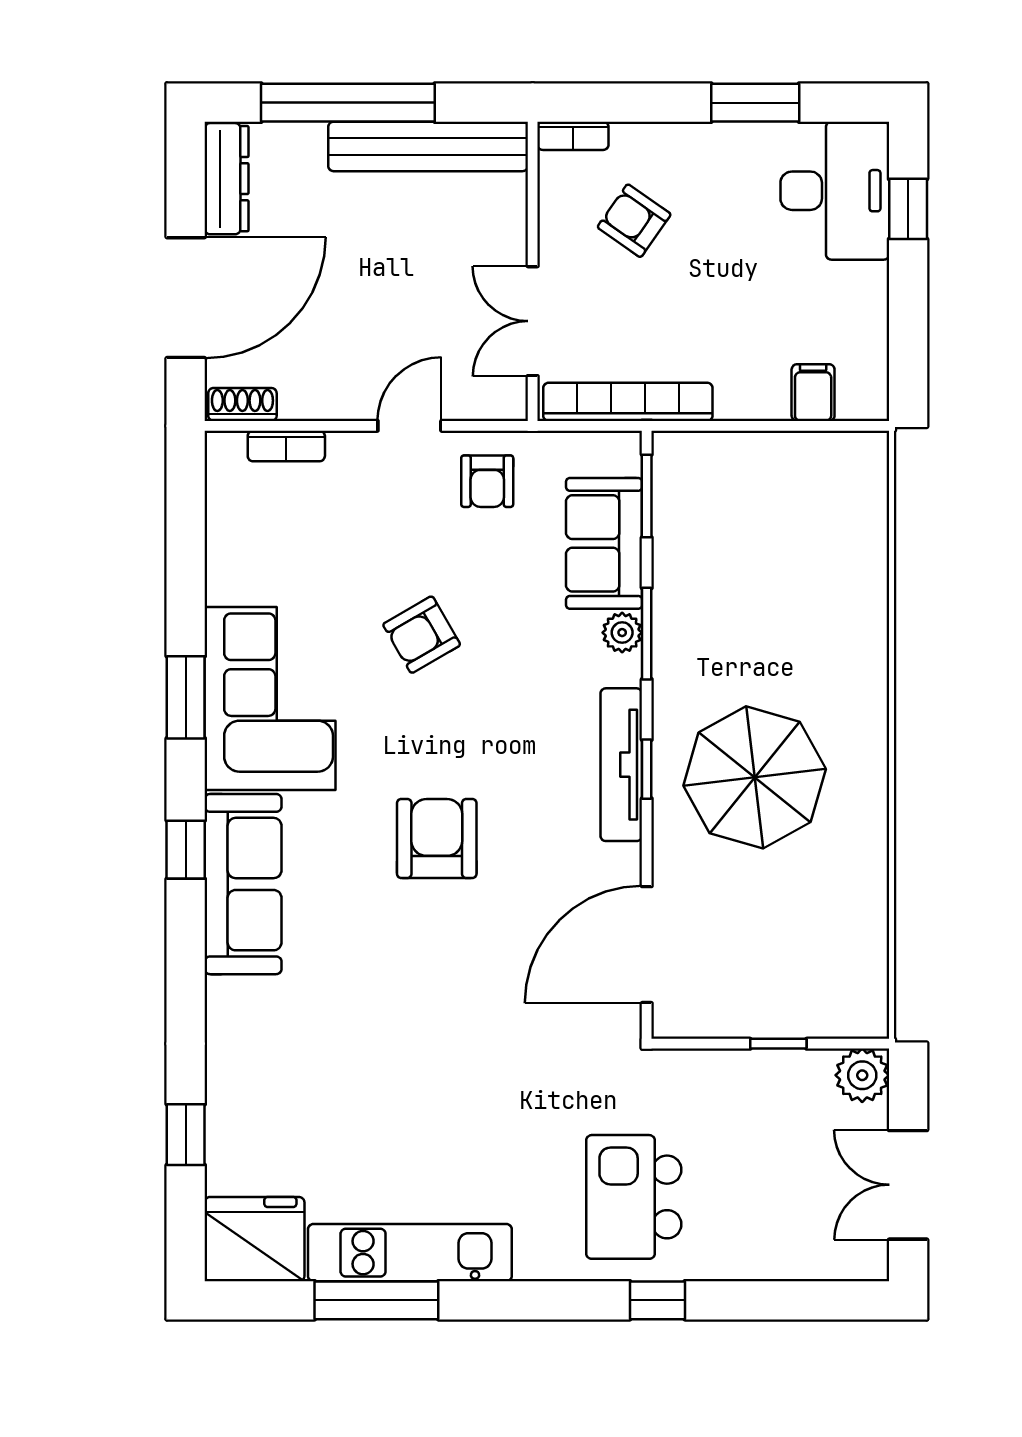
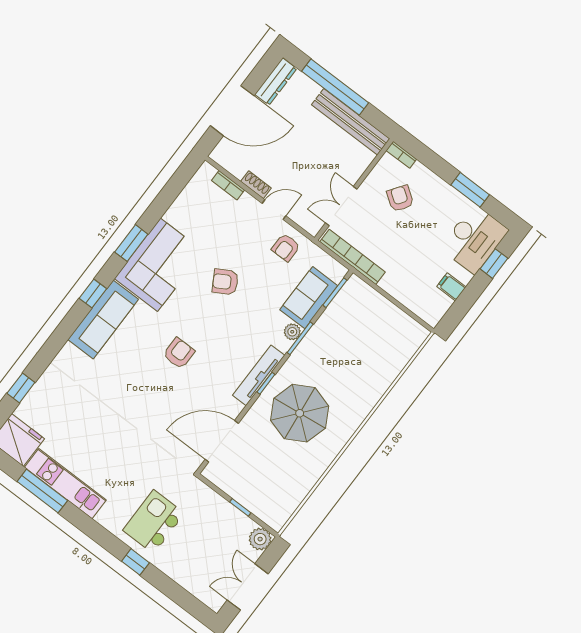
filing cabinet: (813, 393) -> (451, 287), moved, turned -90
shoe rack: (242, 404) -> (256, 185), moved
armchair: (437, 839) -> (179, 353), width x0.72, depth x0.72

